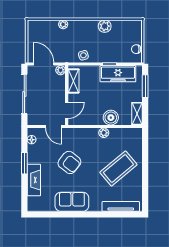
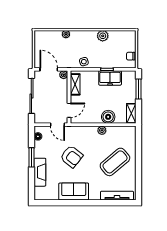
freezer: (118, 74) -> (110, 78), width x0.71

